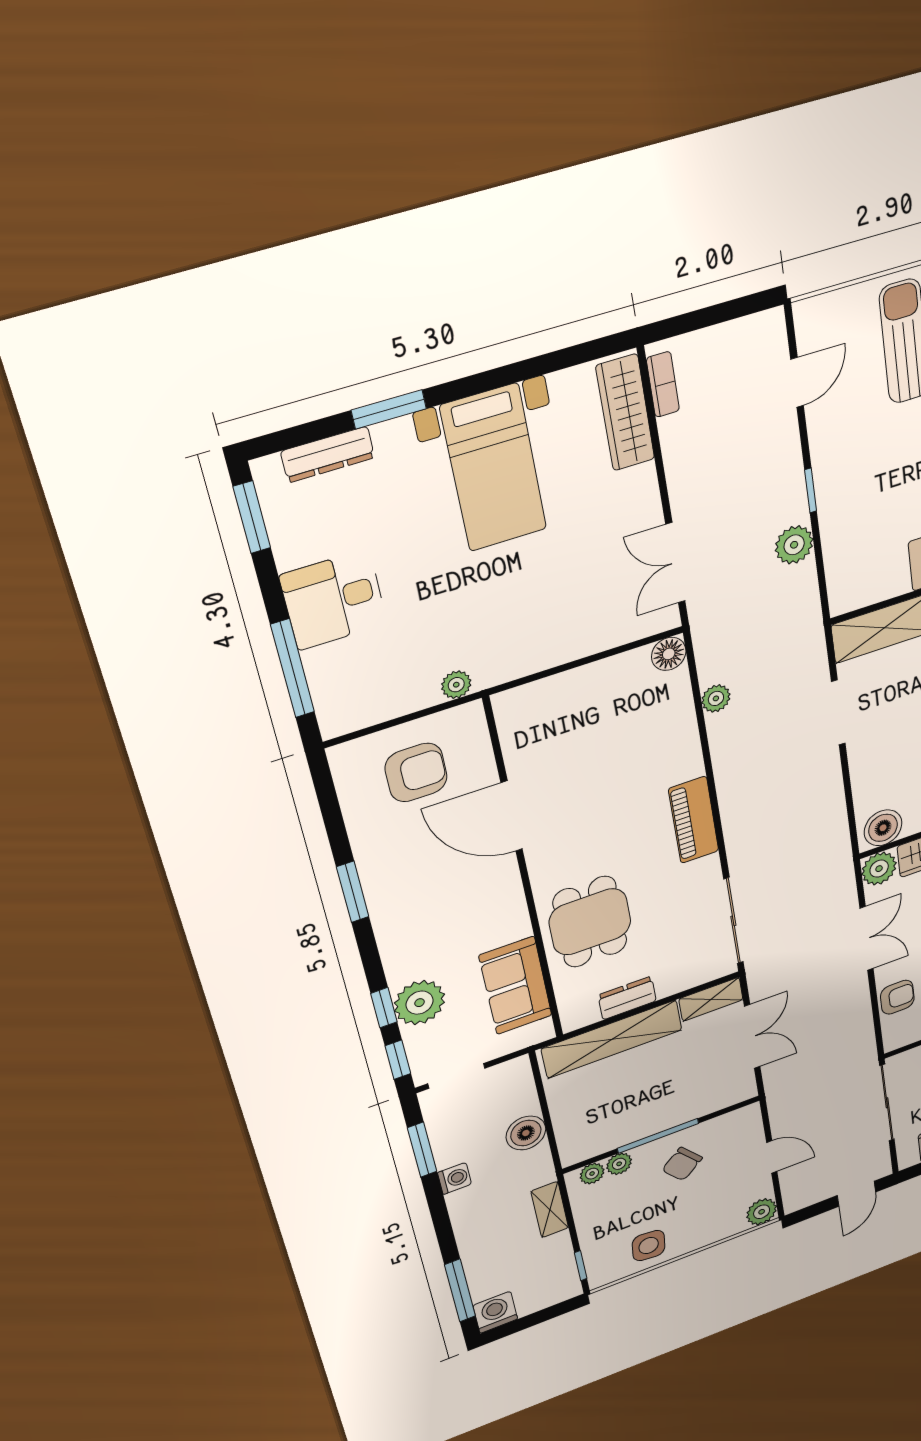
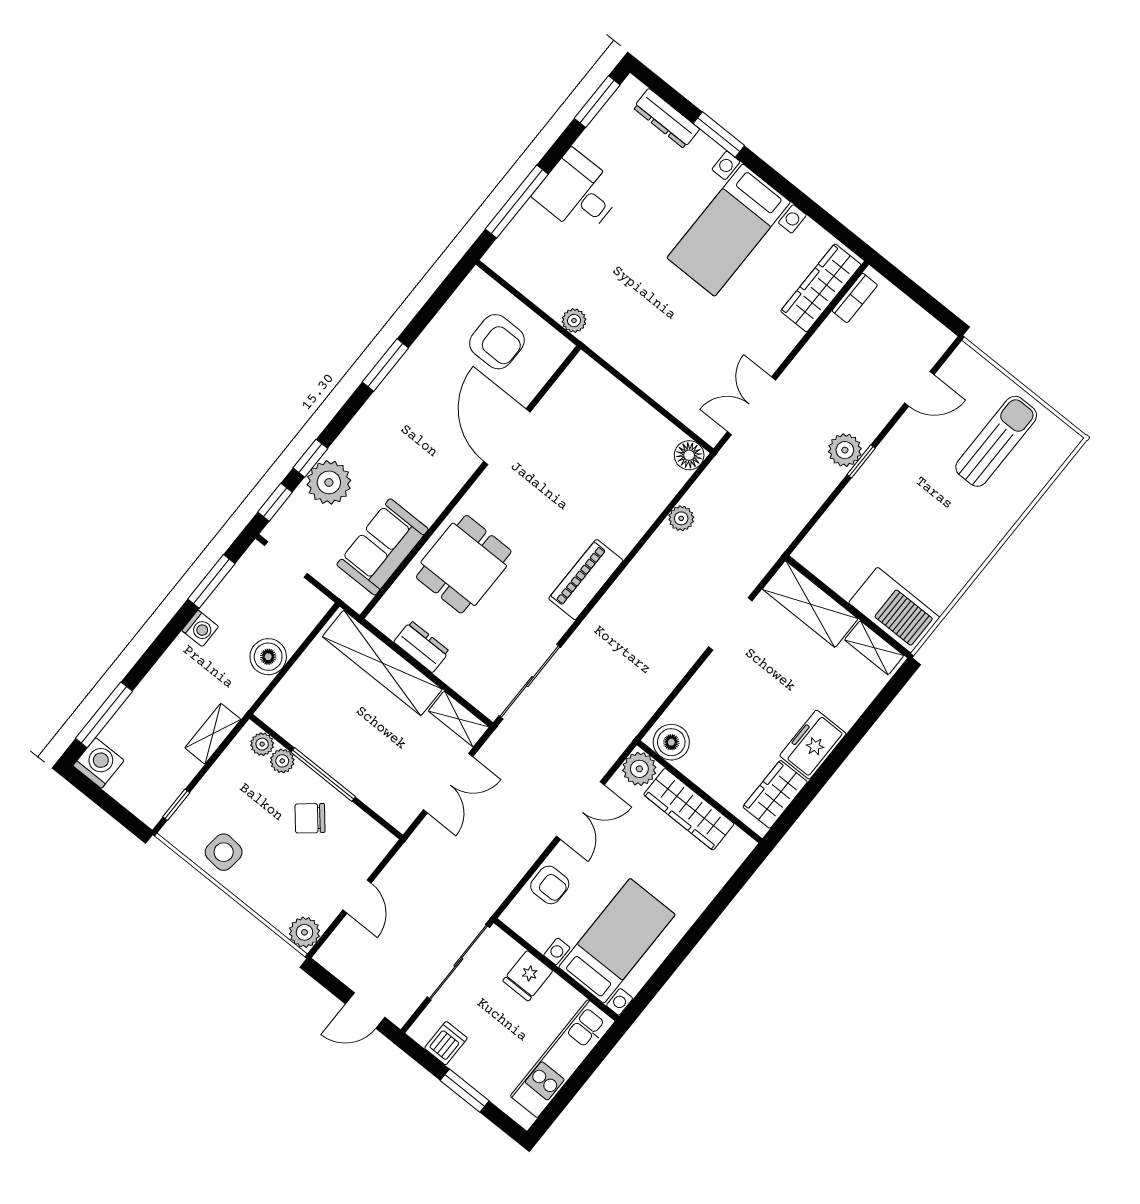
plant: (794, 545) -> (845, 450), moved

